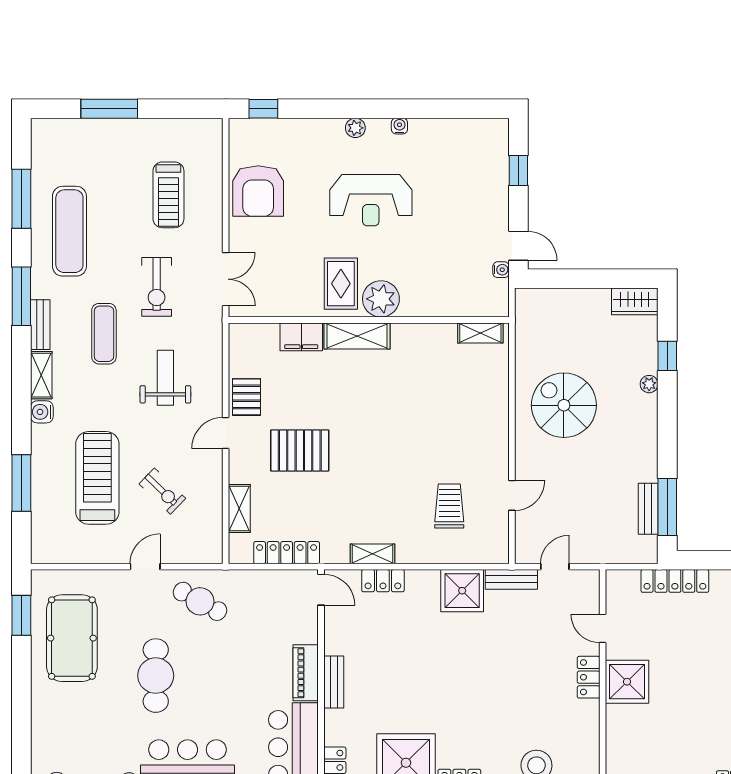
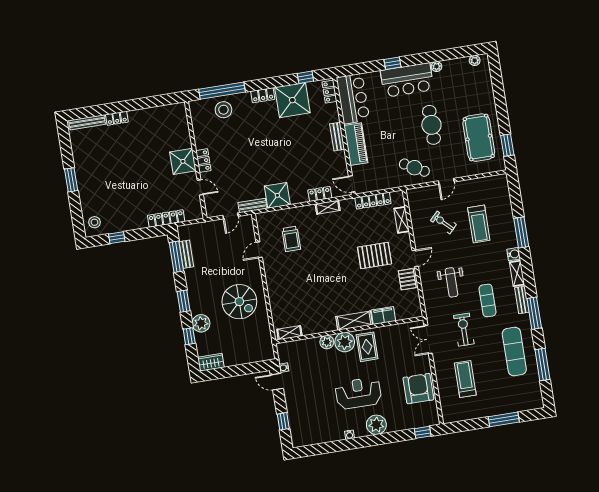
plant: (355, 128) -> (376, 425), width x1.87, depth x1.87
plant: (414, 304) -> (327, 342), added
plant: (649, 384) -> (201, 323), width x1.88, depth x1.88
window: (667, 423) -> (184, 301), added
treadmill: (97, 478) -> (479, 224), width x0.73, depth x0.73
window: (21, 483) -> (521, 232), moved
piano: (306, 673) -> (356, 144), width x1.37, depth x1.33

